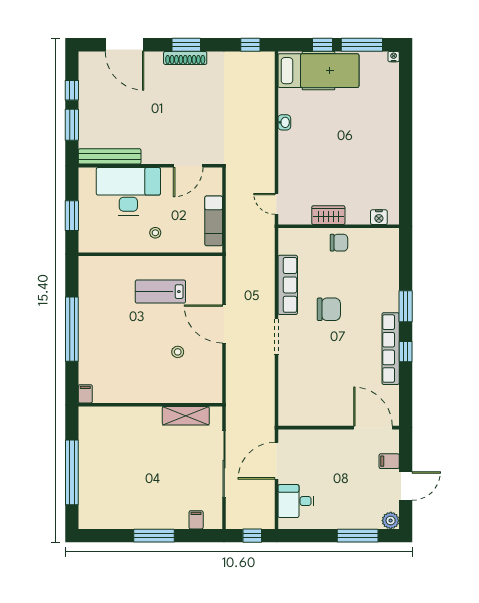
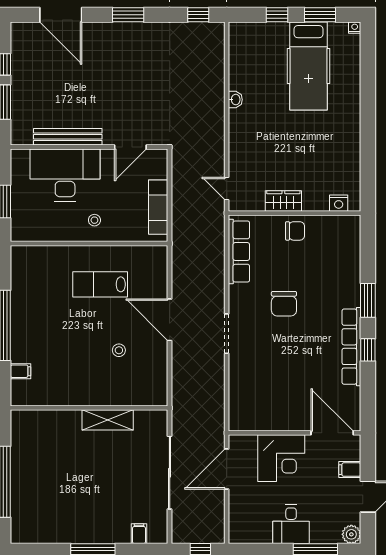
window: (362, 45) -> (320, 15), width x0.69
shoe rack: (185, 58) -> (127, 29), removed
hospital bed: (318, 71) -> (308, 66), moved, turned 90
bench: (110, 156) -> (68, 137), moved
row of seats: (288, 285) -> (239, 252), moved
chair: (329, 309) -> (284, 304), turned 90
filing cabinet: (85, 394) -> (21, 371), moved, turned 90
shelving: (186, 416) -> (108, 420), moved
corner desk: (326, 451) -> (281, 458), added
desk: (296, 501) -> (291, 524), moved, turned -90

